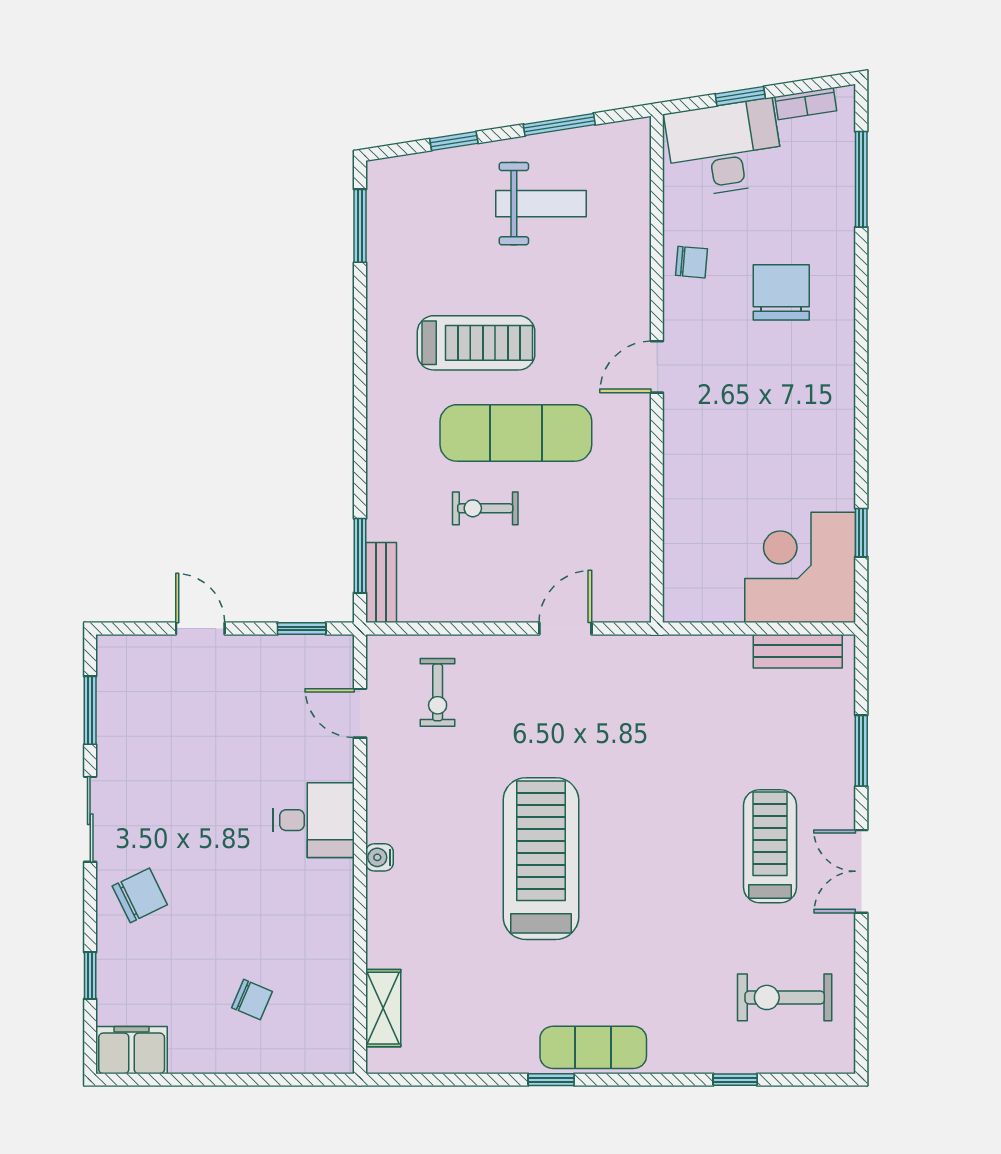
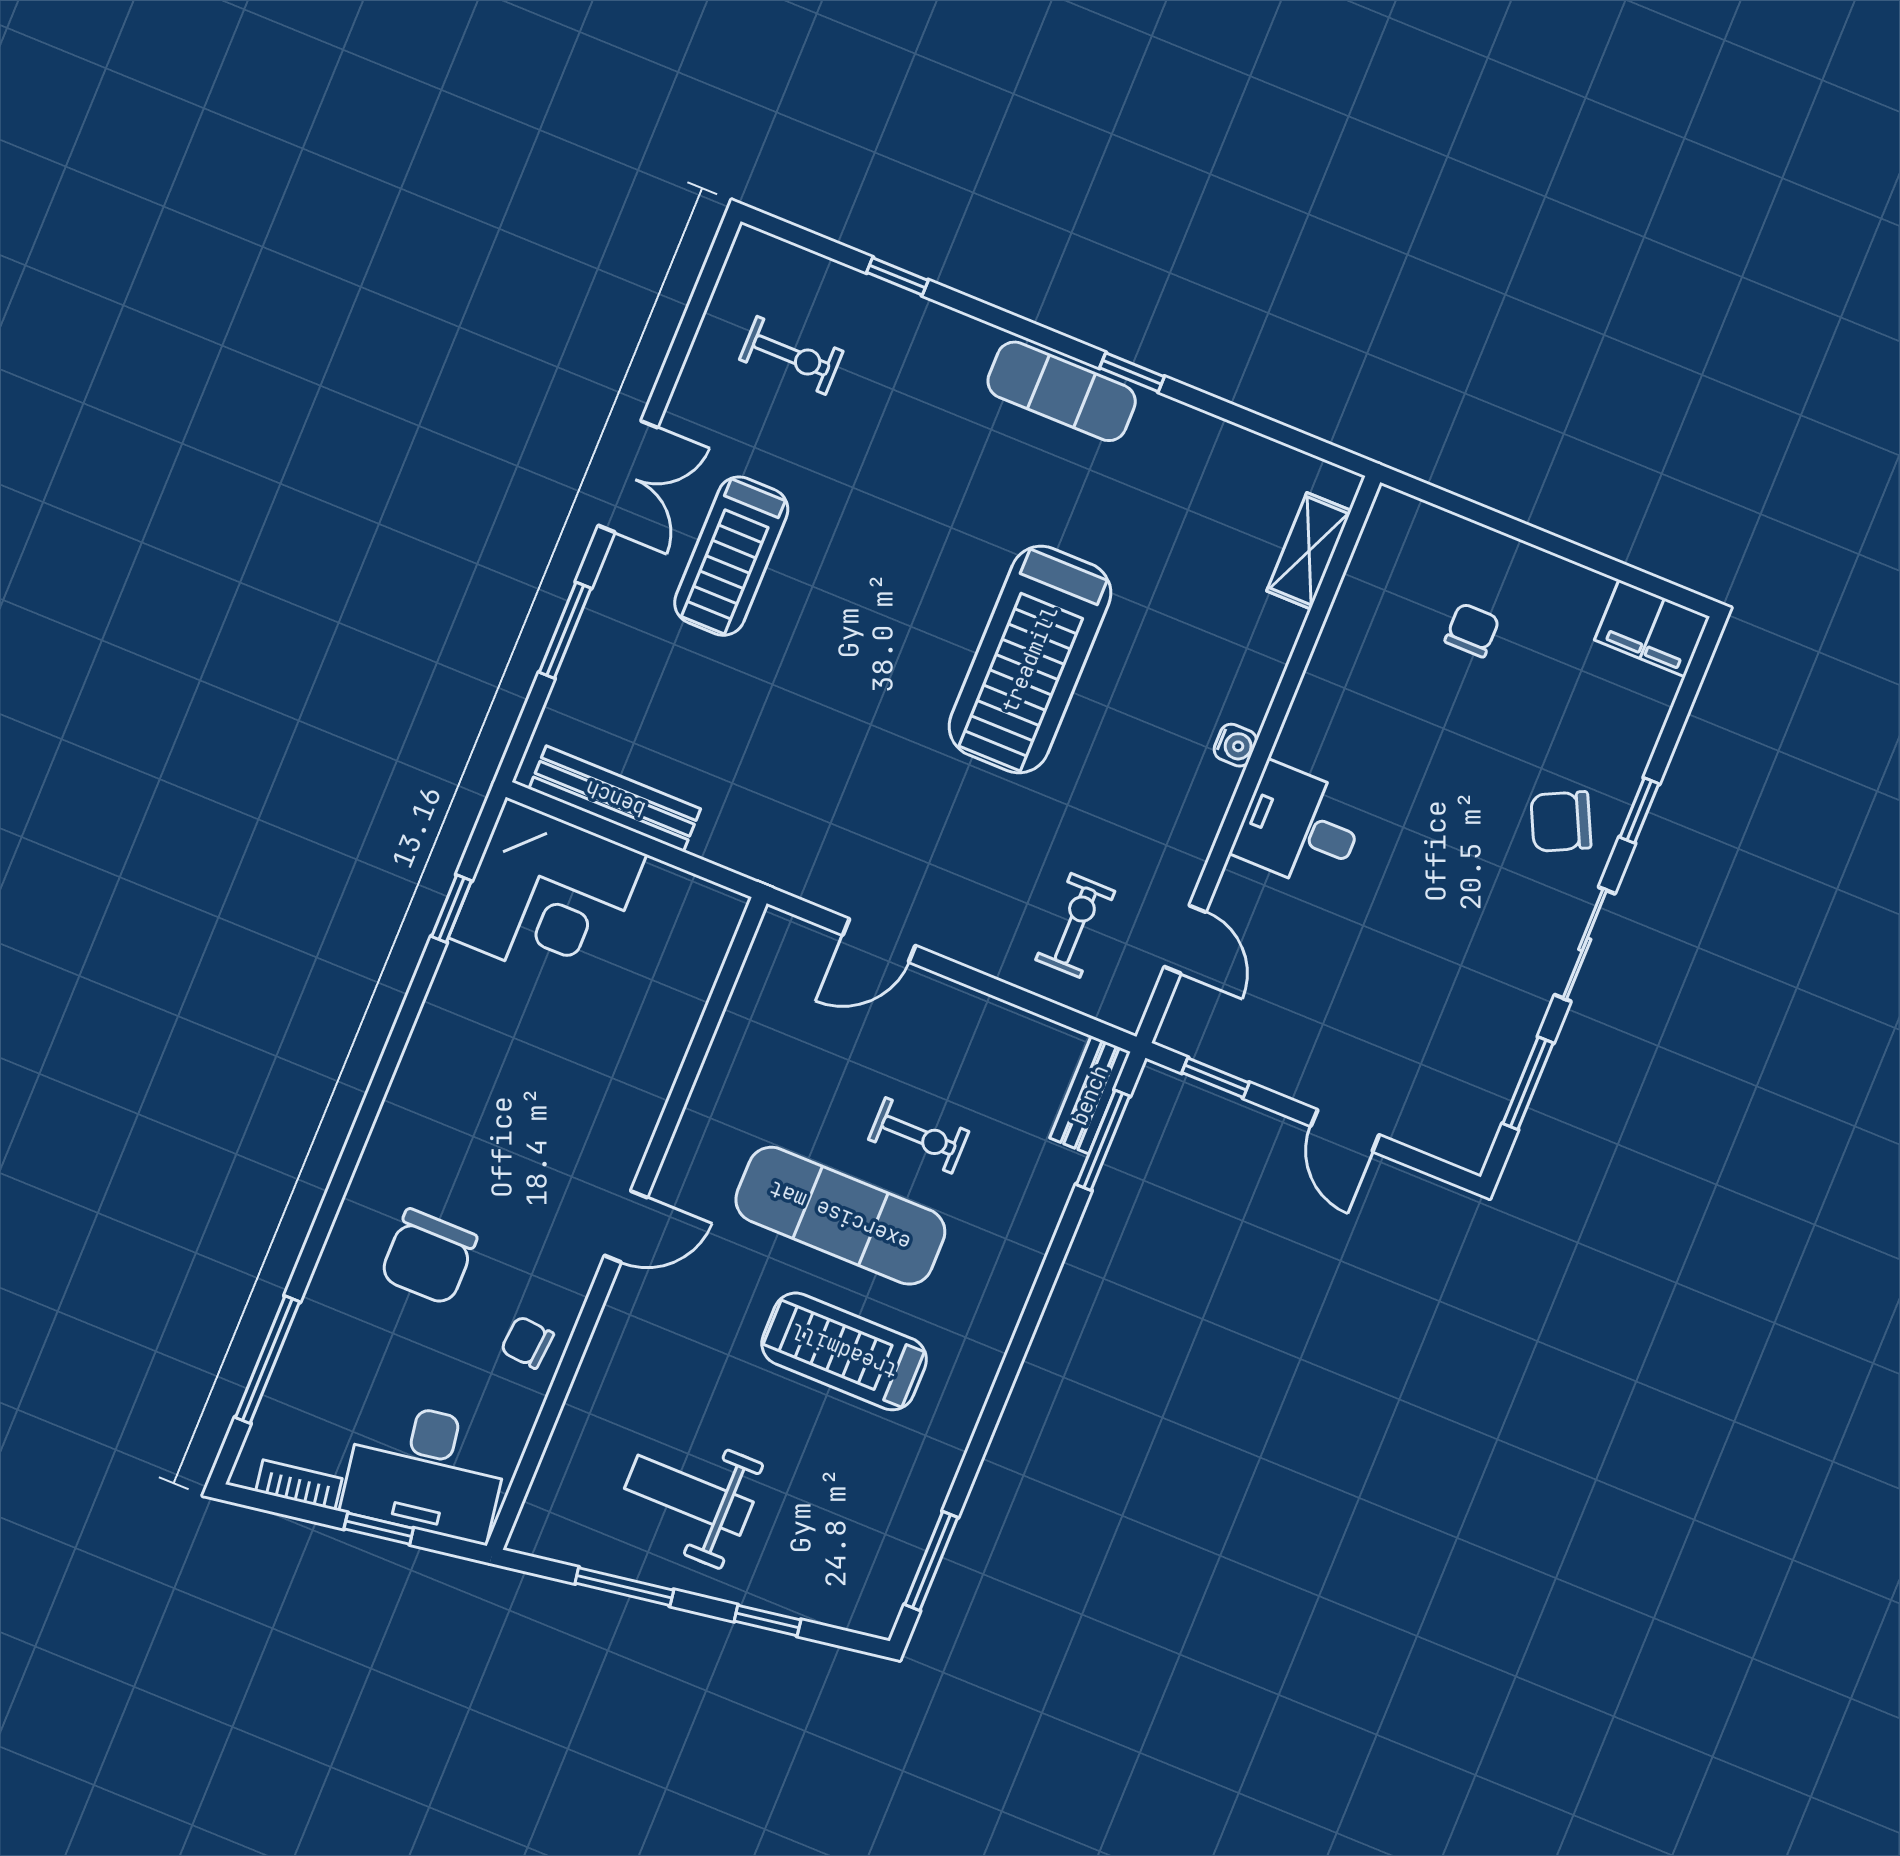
bench: (798, 651) -> (615, 799), width x1.36
window: (90, 976) -> (1639, 811), moved
exercise bike: (785, 997) -> (791, 355), width x0.73, depth x0.72
chair: (252, 1000) -> (1472, 630), turned 67

